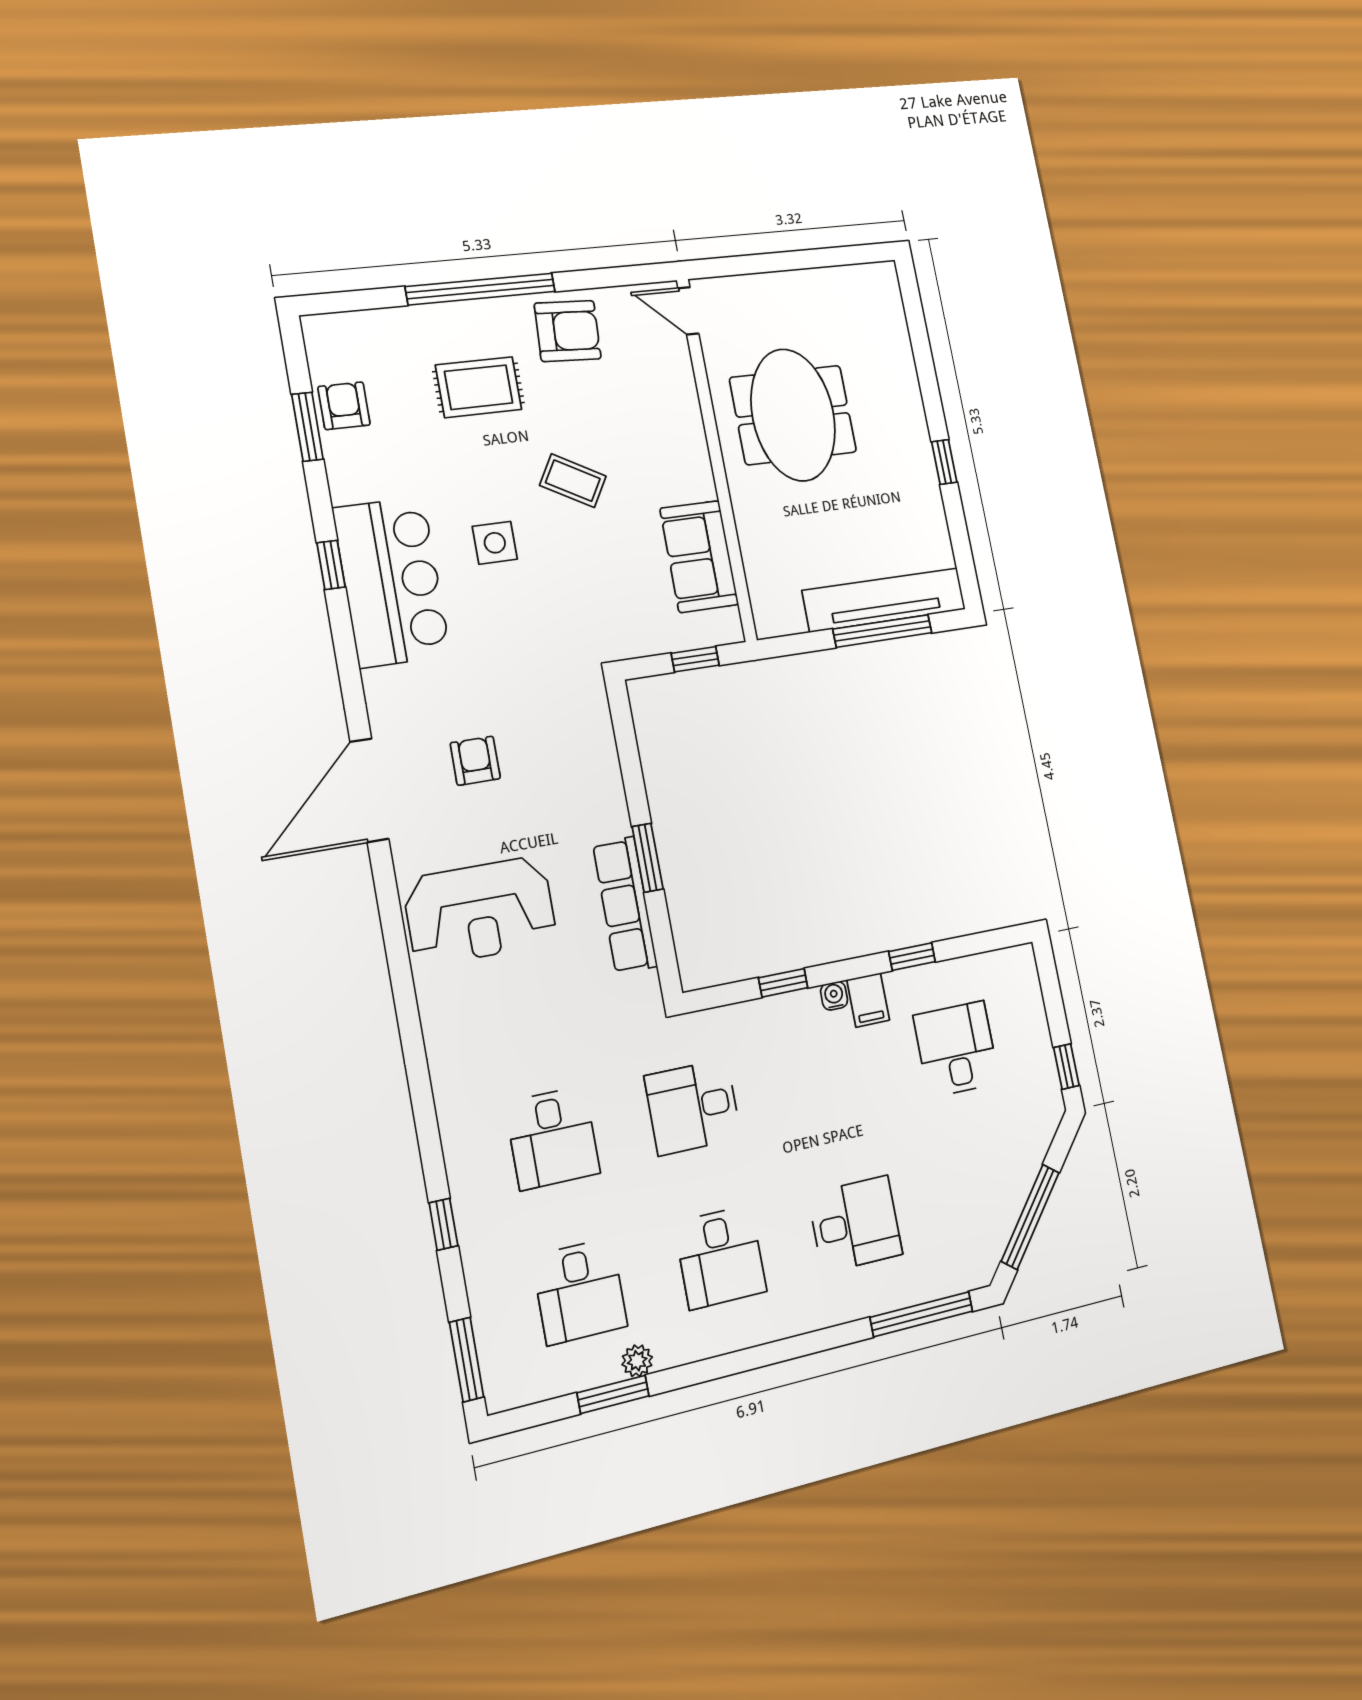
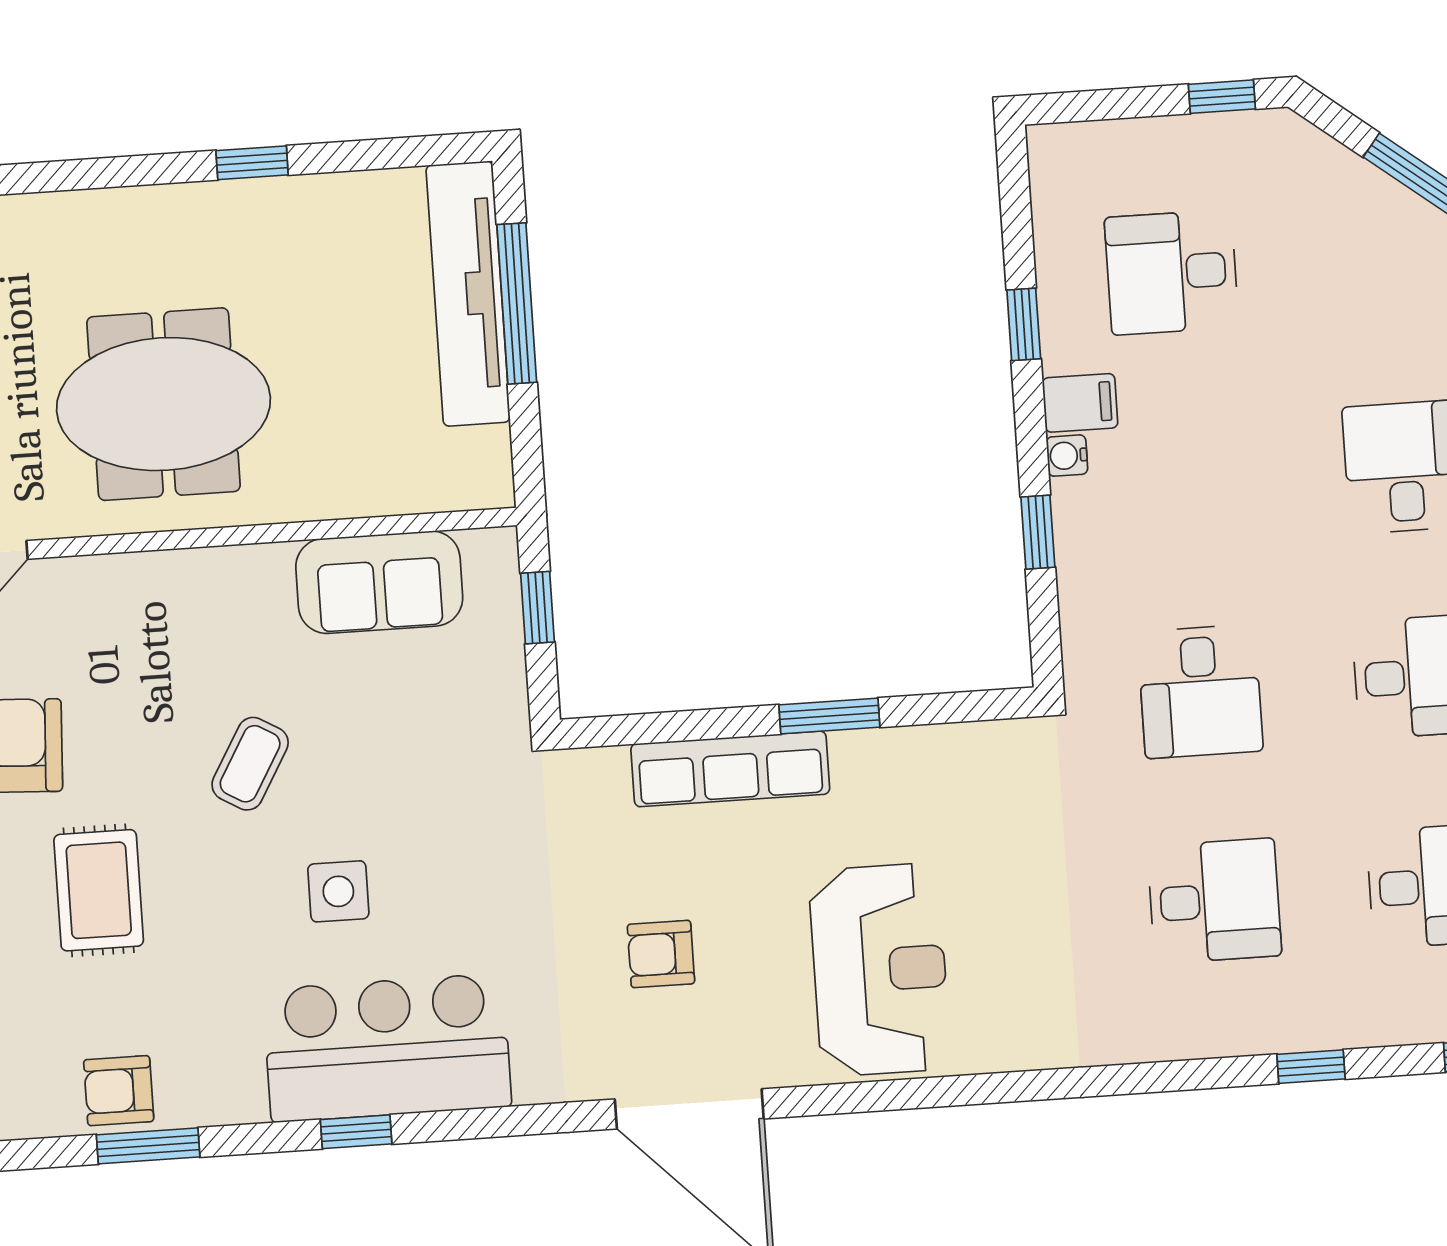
row of seats: (625, 905) -> (730, 769), moved

